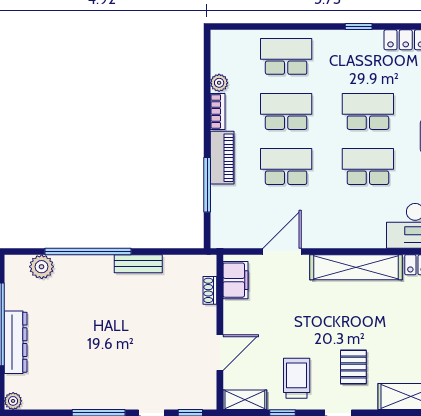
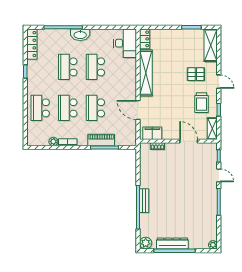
piano: (222, 158) -> (101, 140), moved
bench: (138, 264) -> (144, 201), moved
plant: (42, 267) -> (146, 243), moved
dresser: (16, 342) -> (172, 244), moved
trolley: (297, 378) -> (202, 103), turned -90

